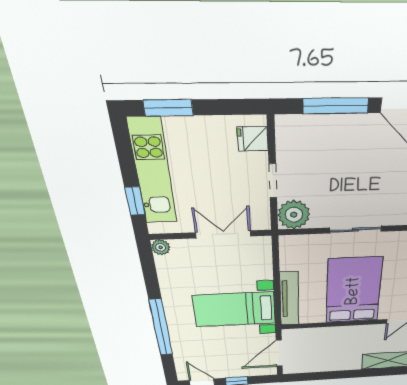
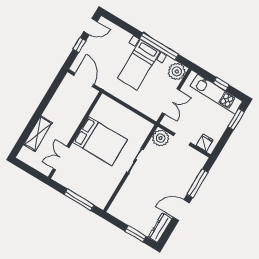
window: (135, 201) -> (221, 84), moved
plant: (161, 247) -> (177, 71), width x1.87, depth x1.87
tv unit: (289, 299) -> (116, 107), removed
bed with nightstands: (235, 309) -> (139, 65), moved, turned 180
window: (161, 328) -> (159, 47), moved

